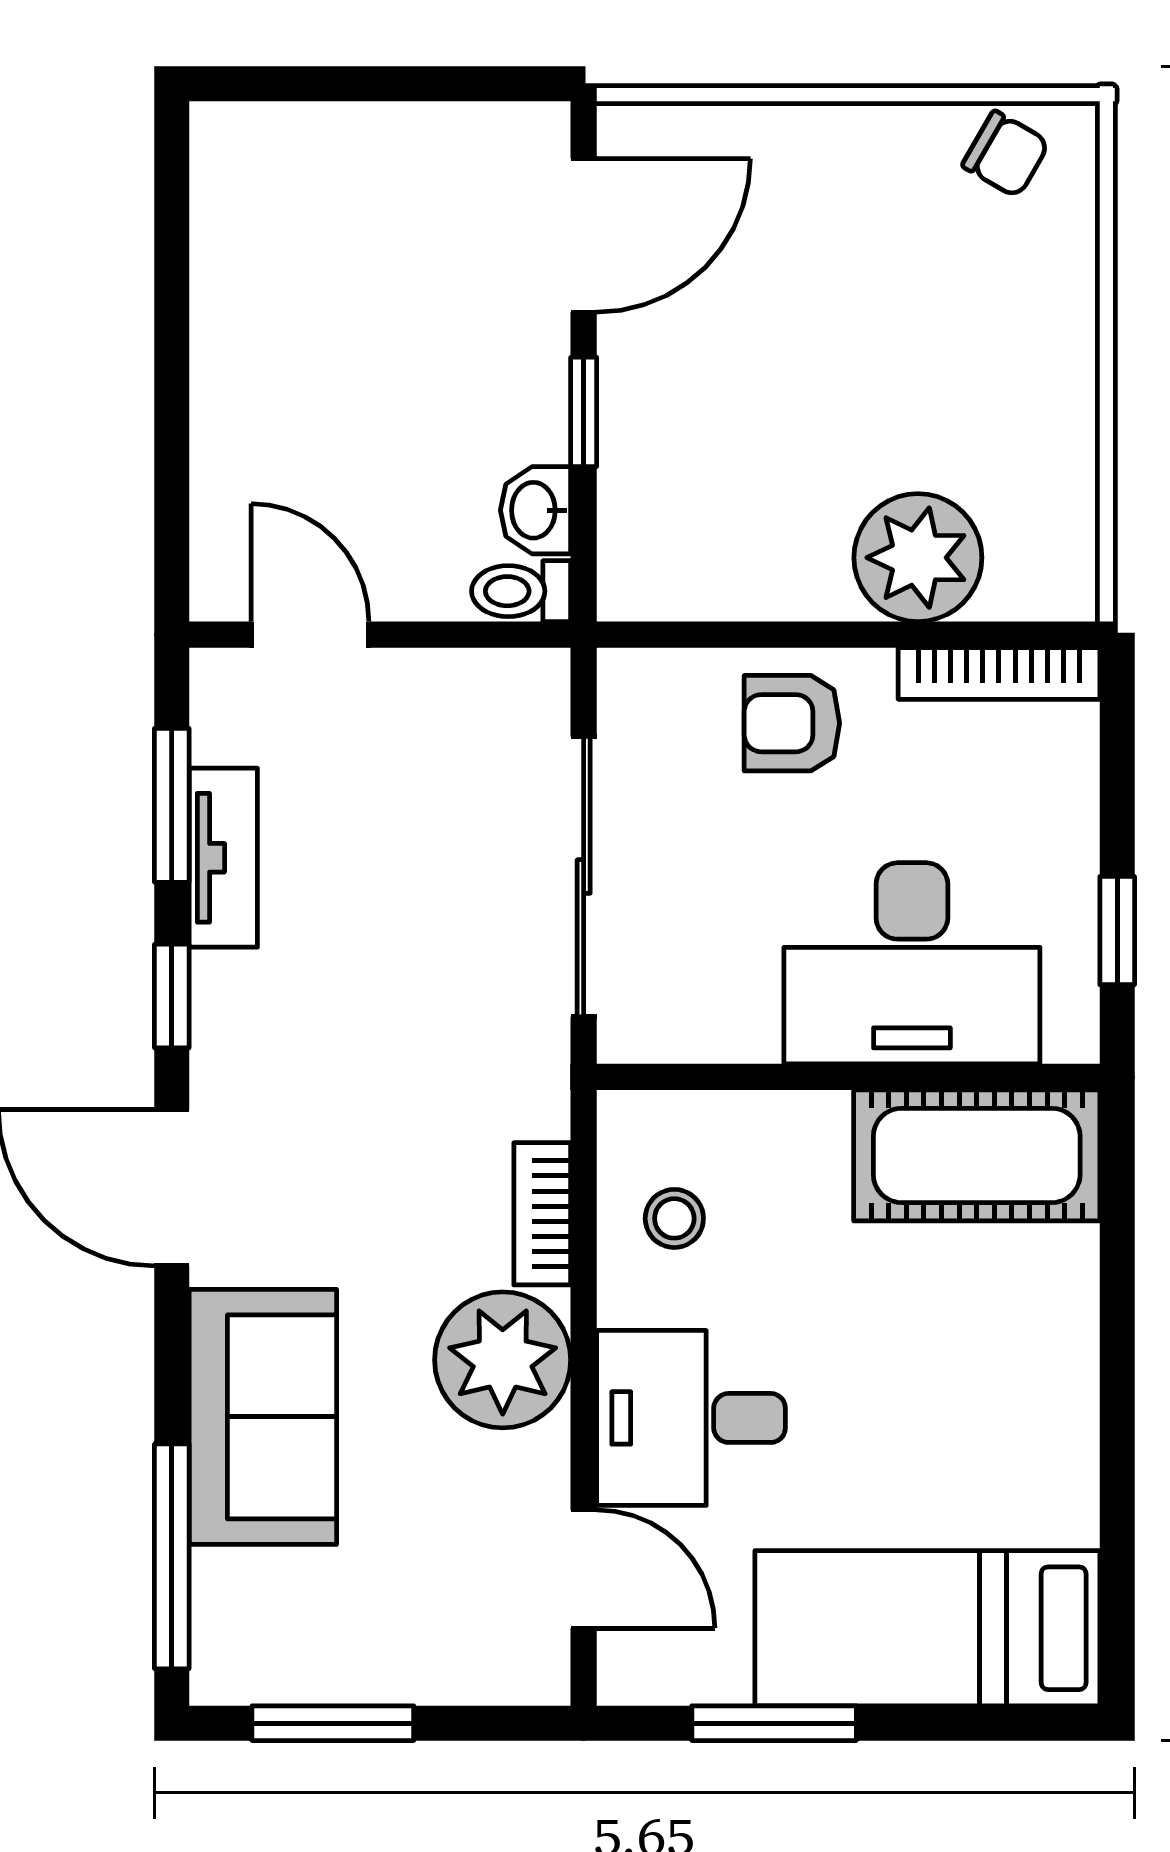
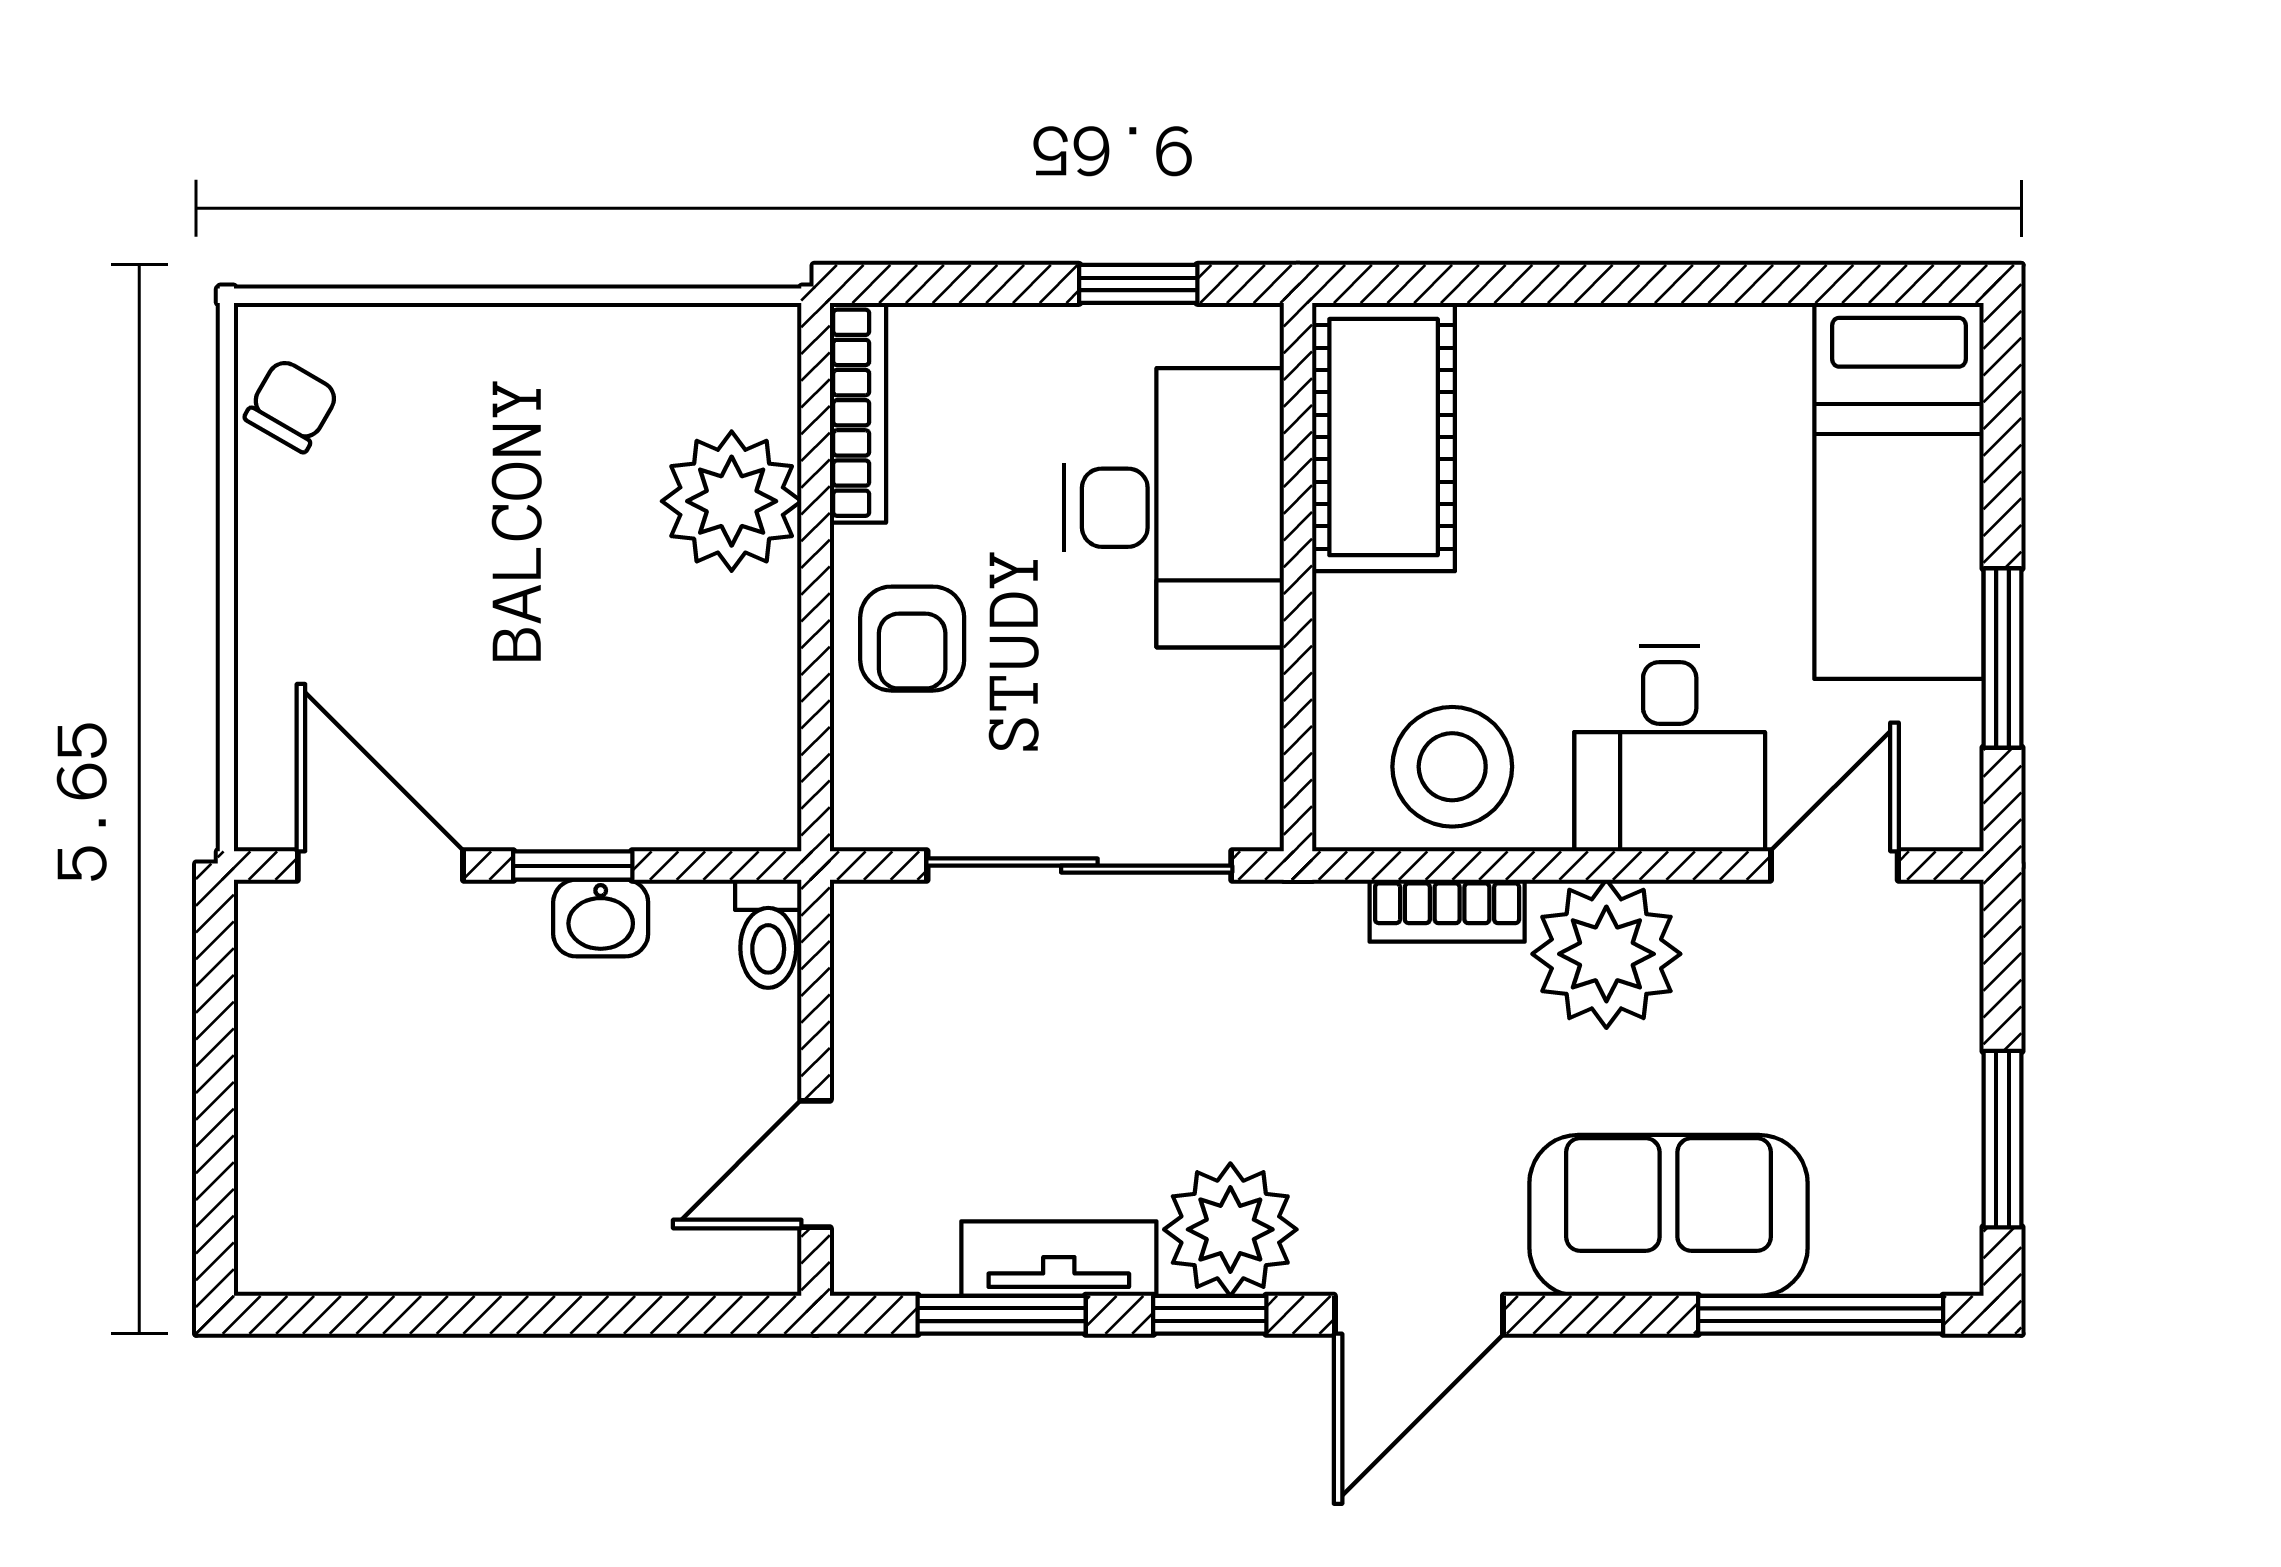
washbasin: (536, 510) -> (601, 918), moved
plant: (250, 1015) -> (1230, 1229), added
stool: (674, 1218) -> (1452, 767), width x1.89, depth x1.89

